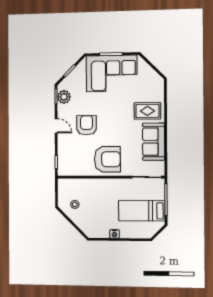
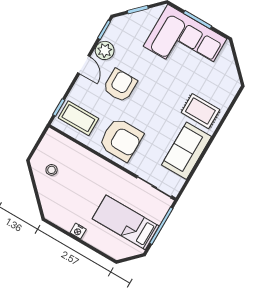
plant: (64, 97) -> (105, 50), moved
coffee table: (73, 162) -> (78, 118), added

